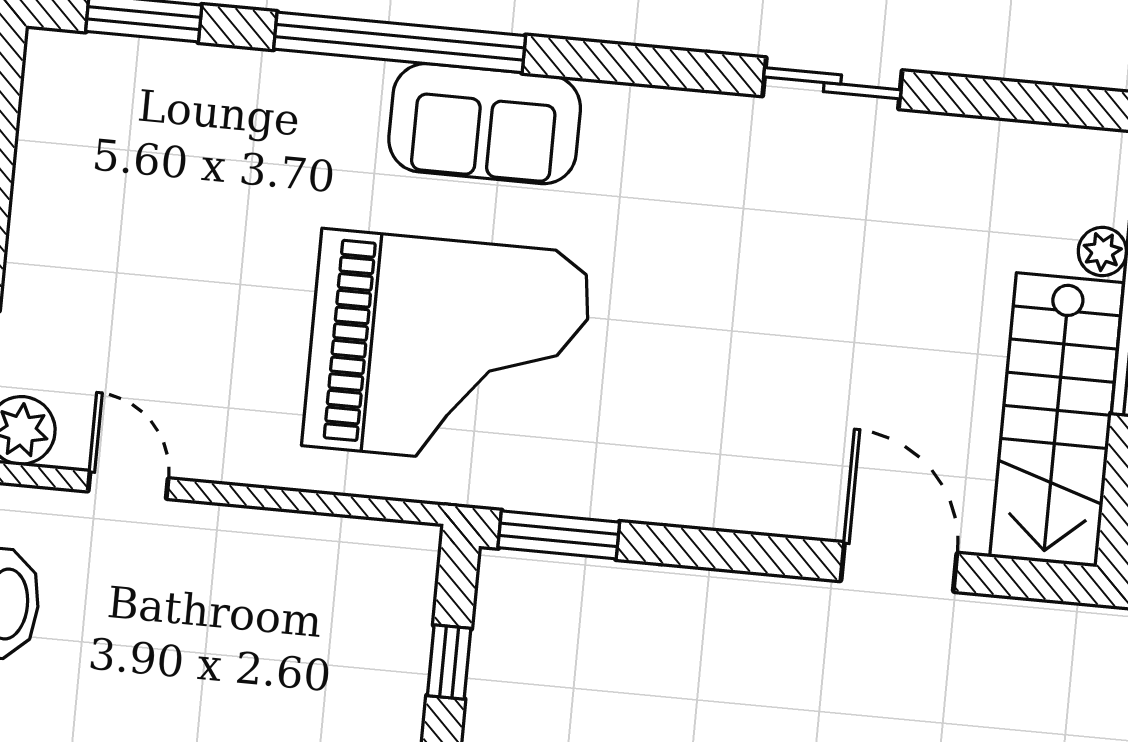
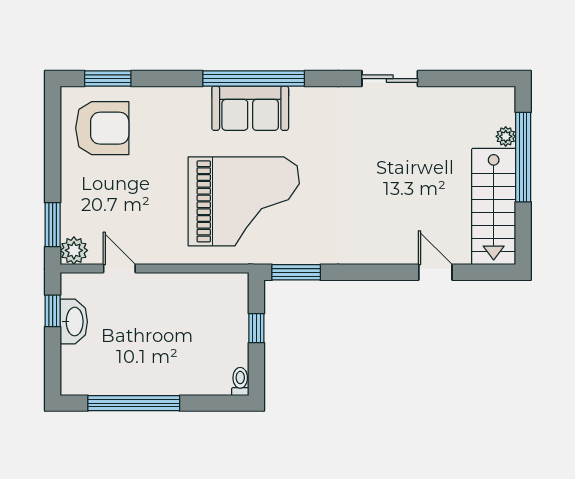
window: (400, 42) -> (254, 79), moved
armchair: (119, 138) -> (102, 128), added
door: (899, 567) -> (435, 272), width x0.73

